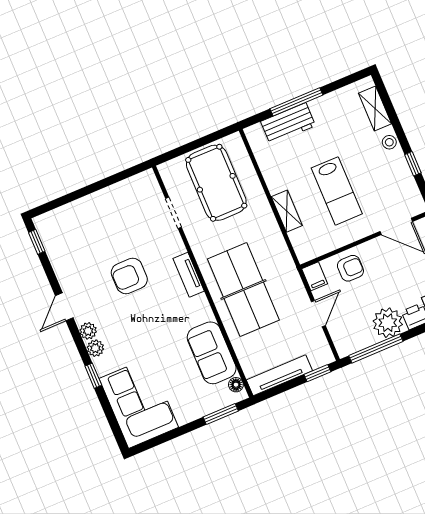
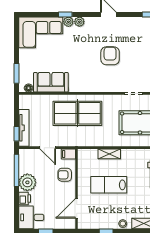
armchair: (350, 268) -> (65, 175), turned 90
tv unit: (189, 275) -> (97, 88), removed
plant: (88, 331) -> (68, 22), moved
tv unit: (279, 375) -> (24, 128), moved

